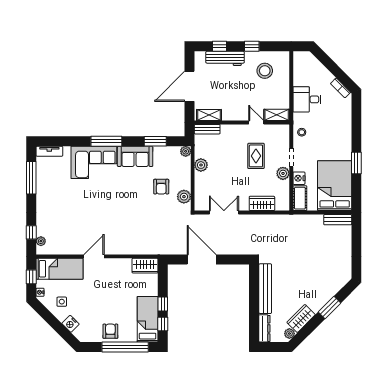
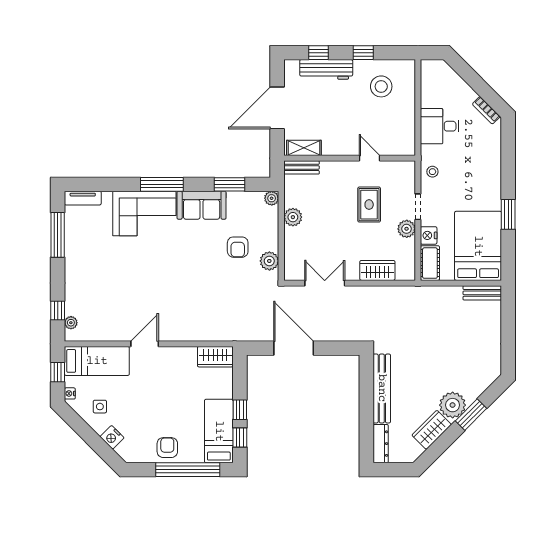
shelving: (277, 115) -> (398, 148), removed
plant: (289, 334) -> (453, 405), moved, width x1.87, depth x1.87

